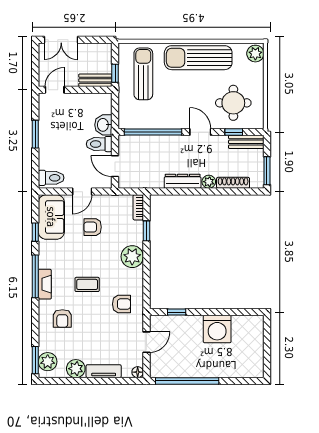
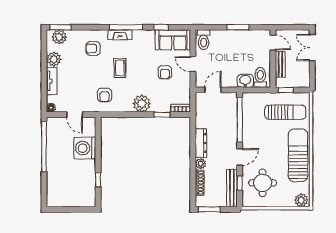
bench: (95, 80) -> (280, 64), moved
bench: (246, 142) -> (232, 188), width x1.36
toilet: (99, 144) -> (260, 78), moved
armchair: (93, 227) -> (165, 72), turned 180
window: (177, 312) -> (98, 180), moved
washing machine: (217, 329) -> (85, 148), moved

